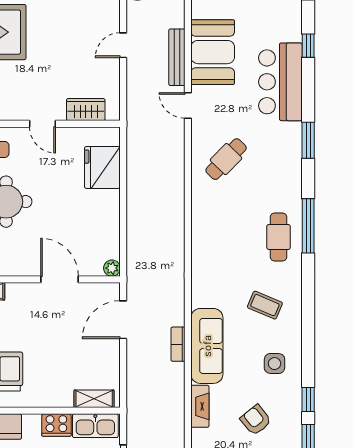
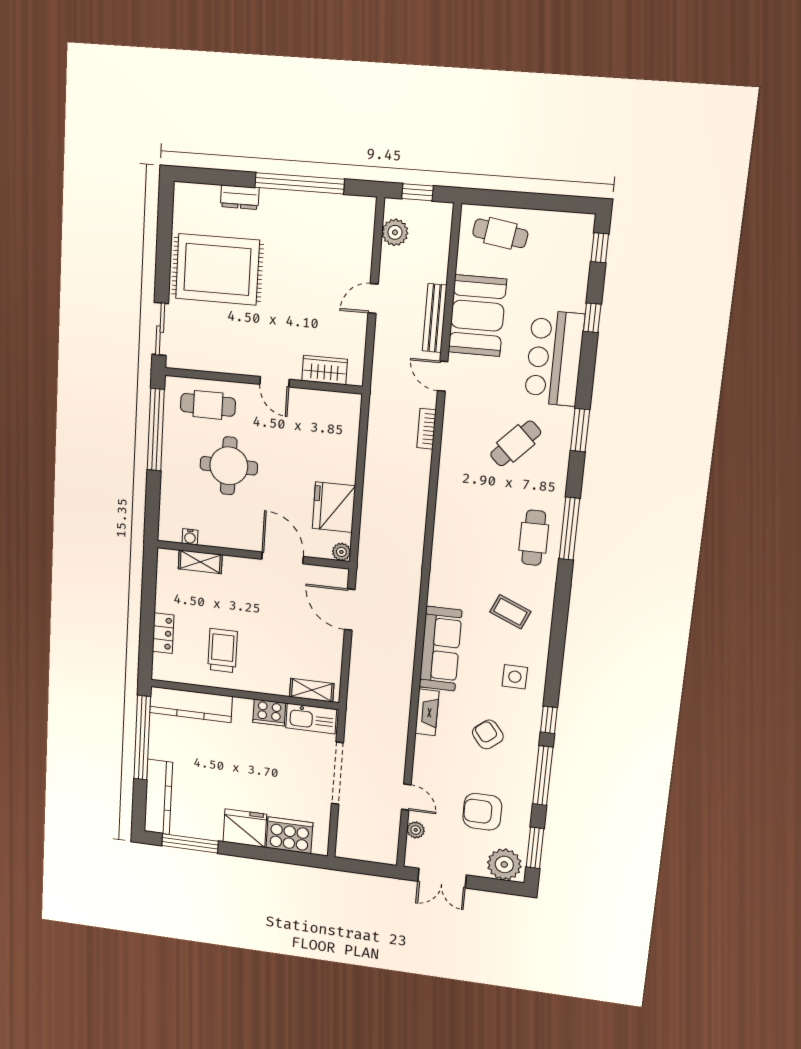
cafe table: (226, 159) -> (516, 443), moved
fridge: (102, 168) -> (334, 507), moved
door: (123, 320) -> (350, 610), hinge flipped
bookcase: (178, 344) -> (427, 429), moved

